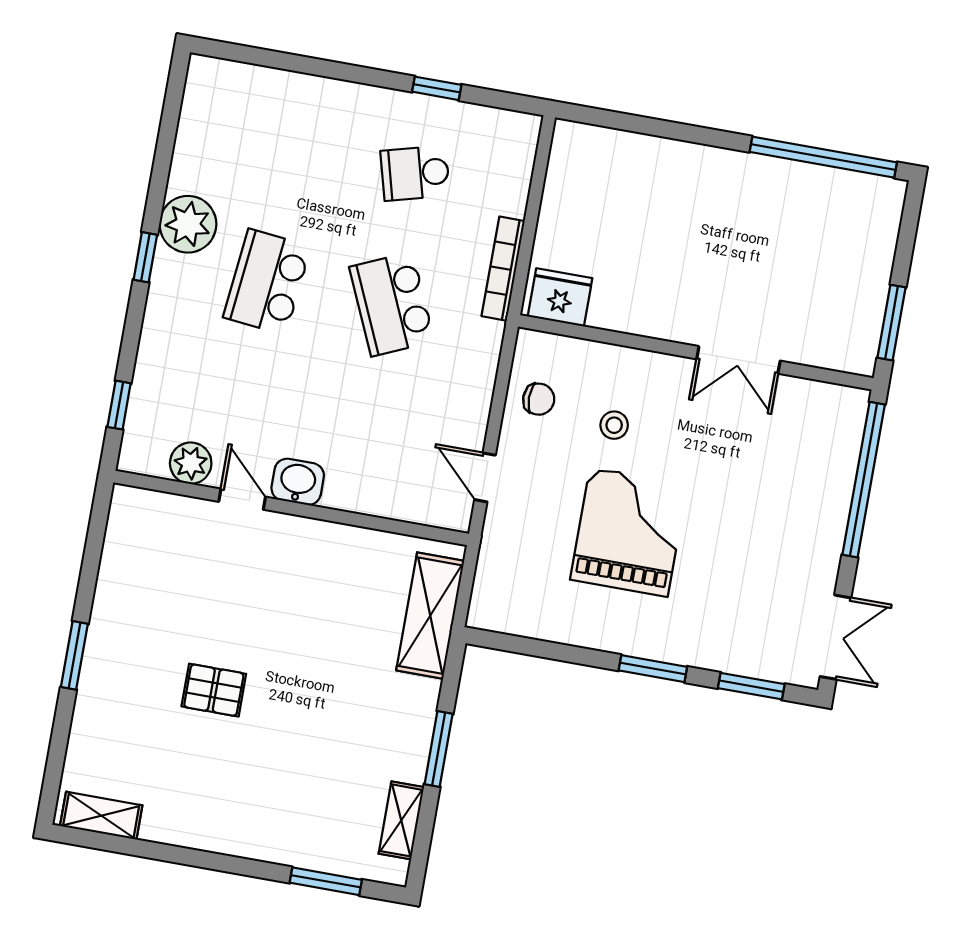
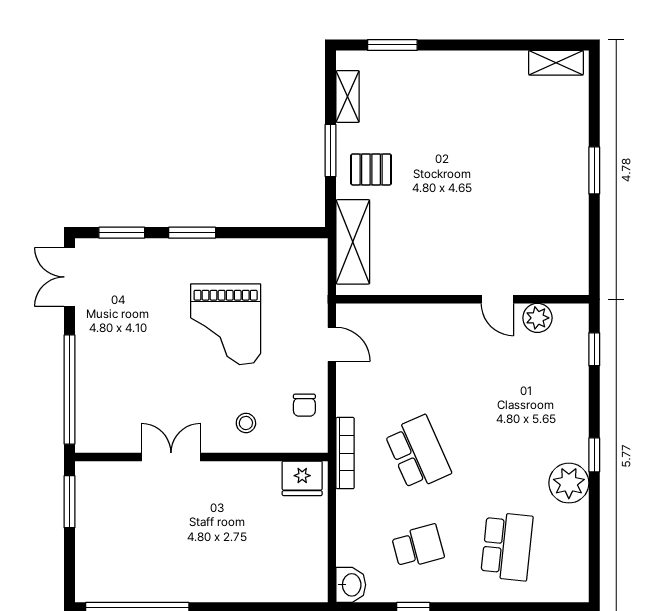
bookcase: (503, 269) -> (345, 453), moved
school desk: (267, 282) -> (507, 546), moved
chair: (539, 399) -> (304, 405), turned -90
stool: (614, 425) -> (246, 423), moved
washbasin: (298, 482) -> (351, 585), moved, turned -90
pallet: (214, 690) -> (371, 169), moved

